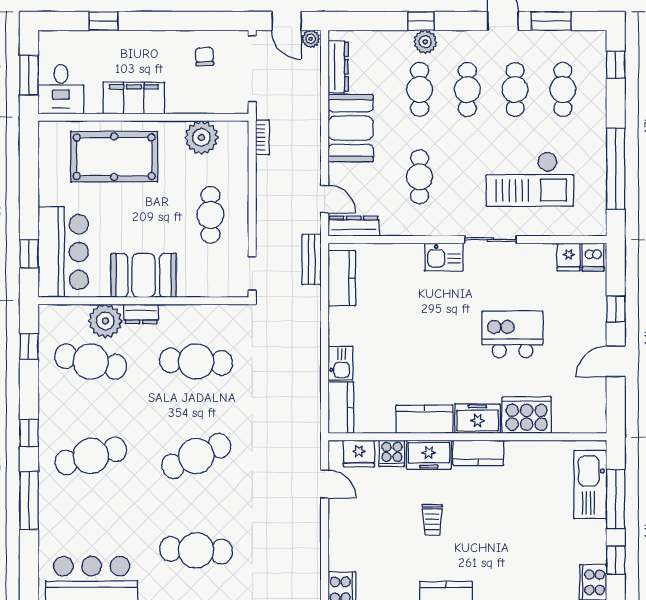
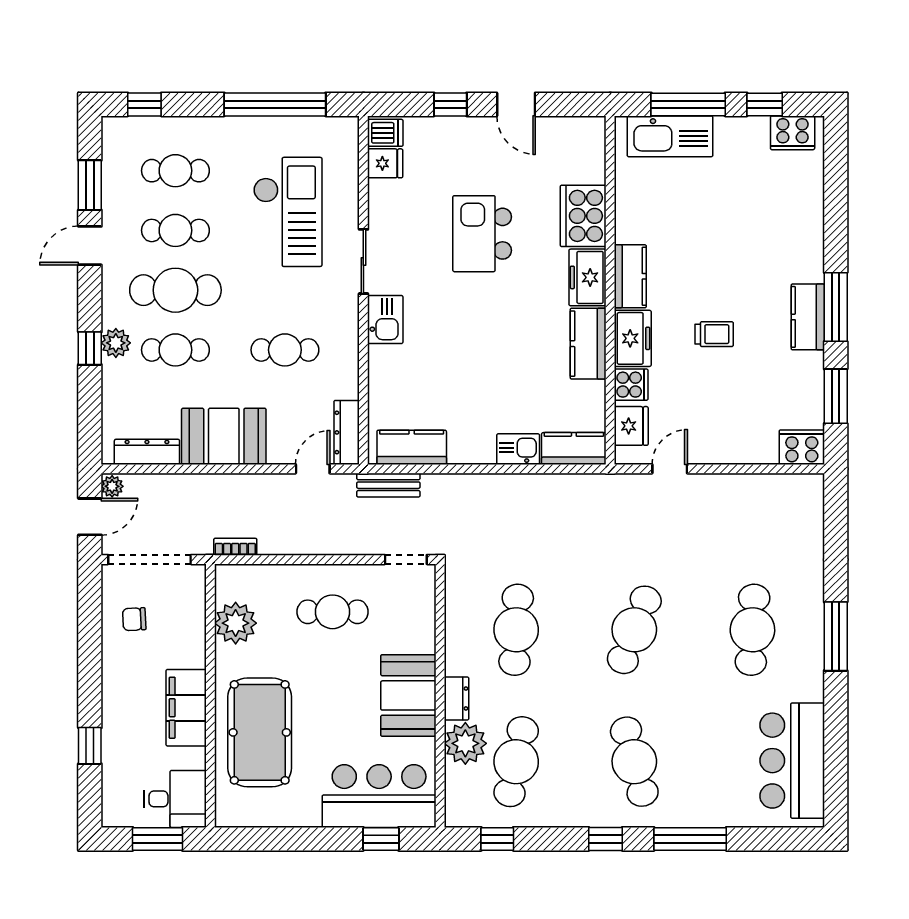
cafe table: (467, 89) -> (175, 290), width x1.37, depth x1.35
cafe table: (196, 456) -> (634, 630), turned 45

